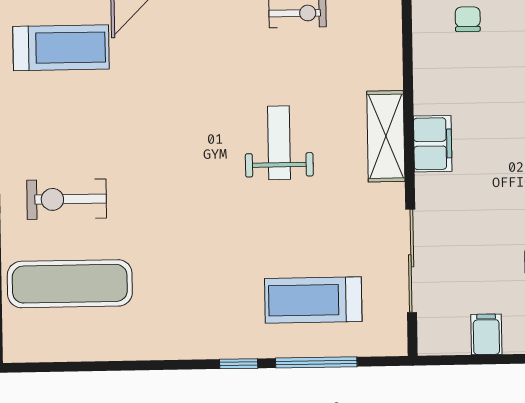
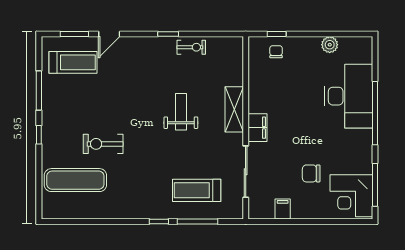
filing cabinet: (433, 144) -> (257, 128), moved
exercise bike: (67, 199) -> (103, 144), moved

